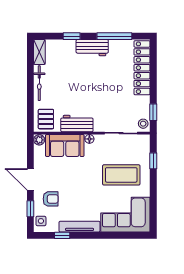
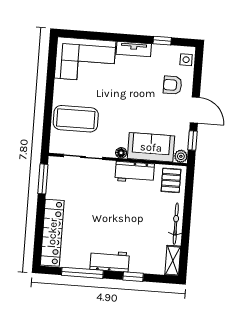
window: (153, 112) -> (43, 179), width x1.50
stool: (143, 124) -> (56, 166), removed
window: (153, 161) -> (47, 121), removed
coffee table: (121, 175) -> (76, 119), moved
window: (30, 209) -> (193, 140), moved
tv unit: (79, 227) -> (134, 49), width x0.71

